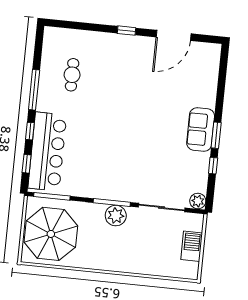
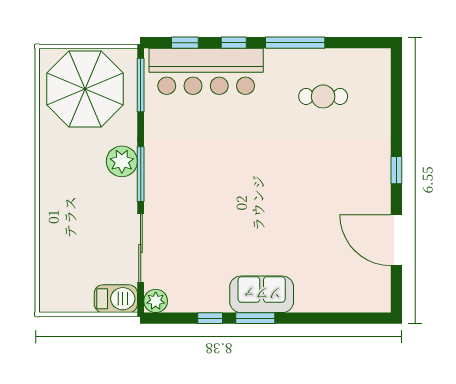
plant: (116, 216) -> (122, 161), moved
barbecue: (192, 246) -> (116, 299), moved

